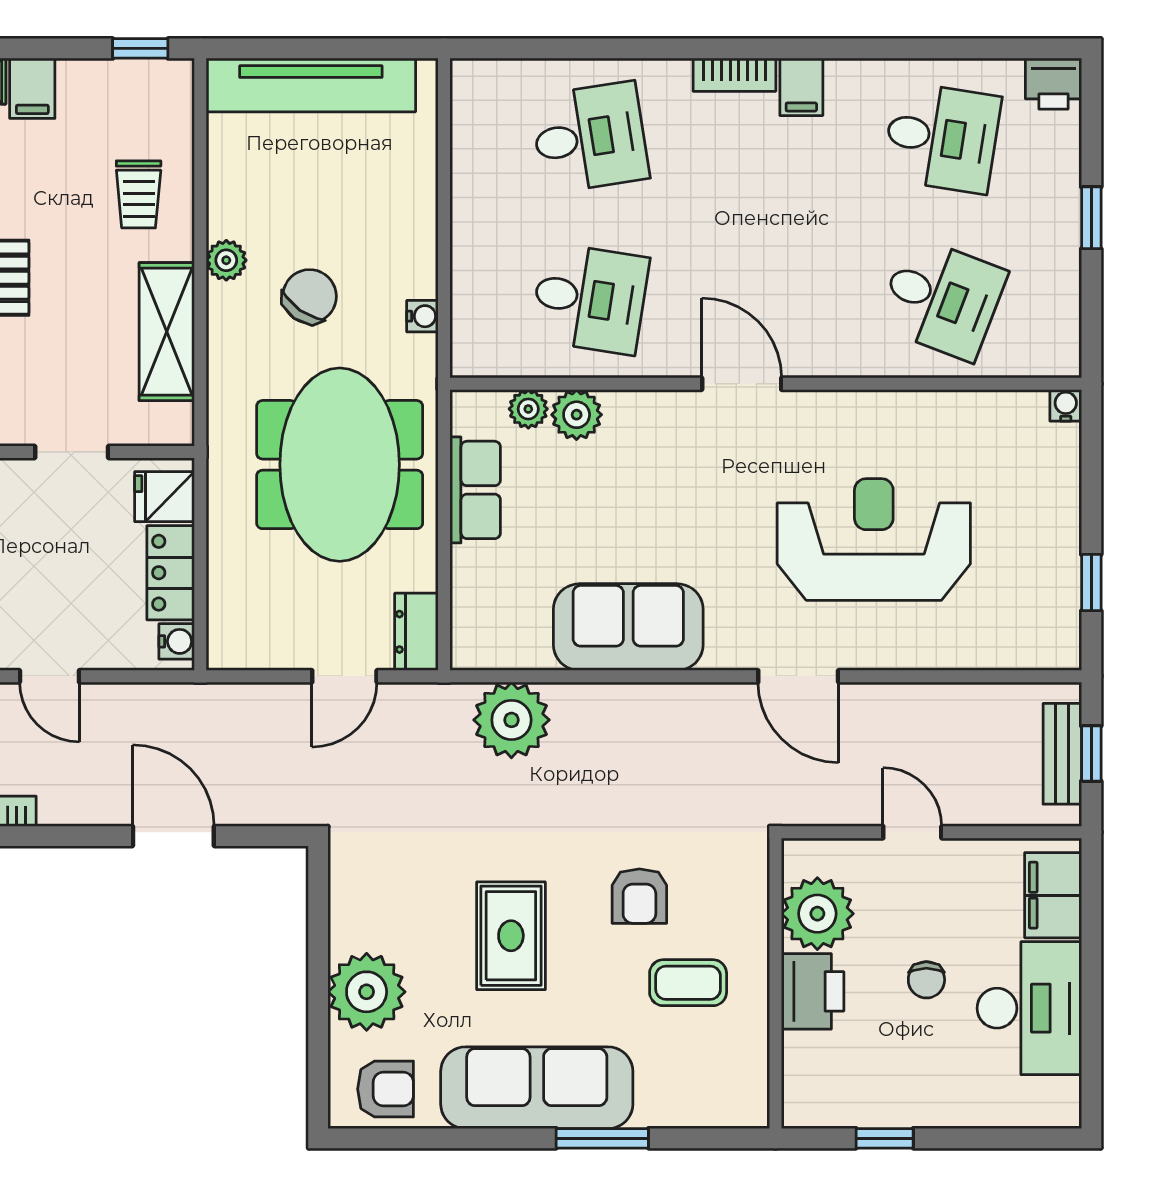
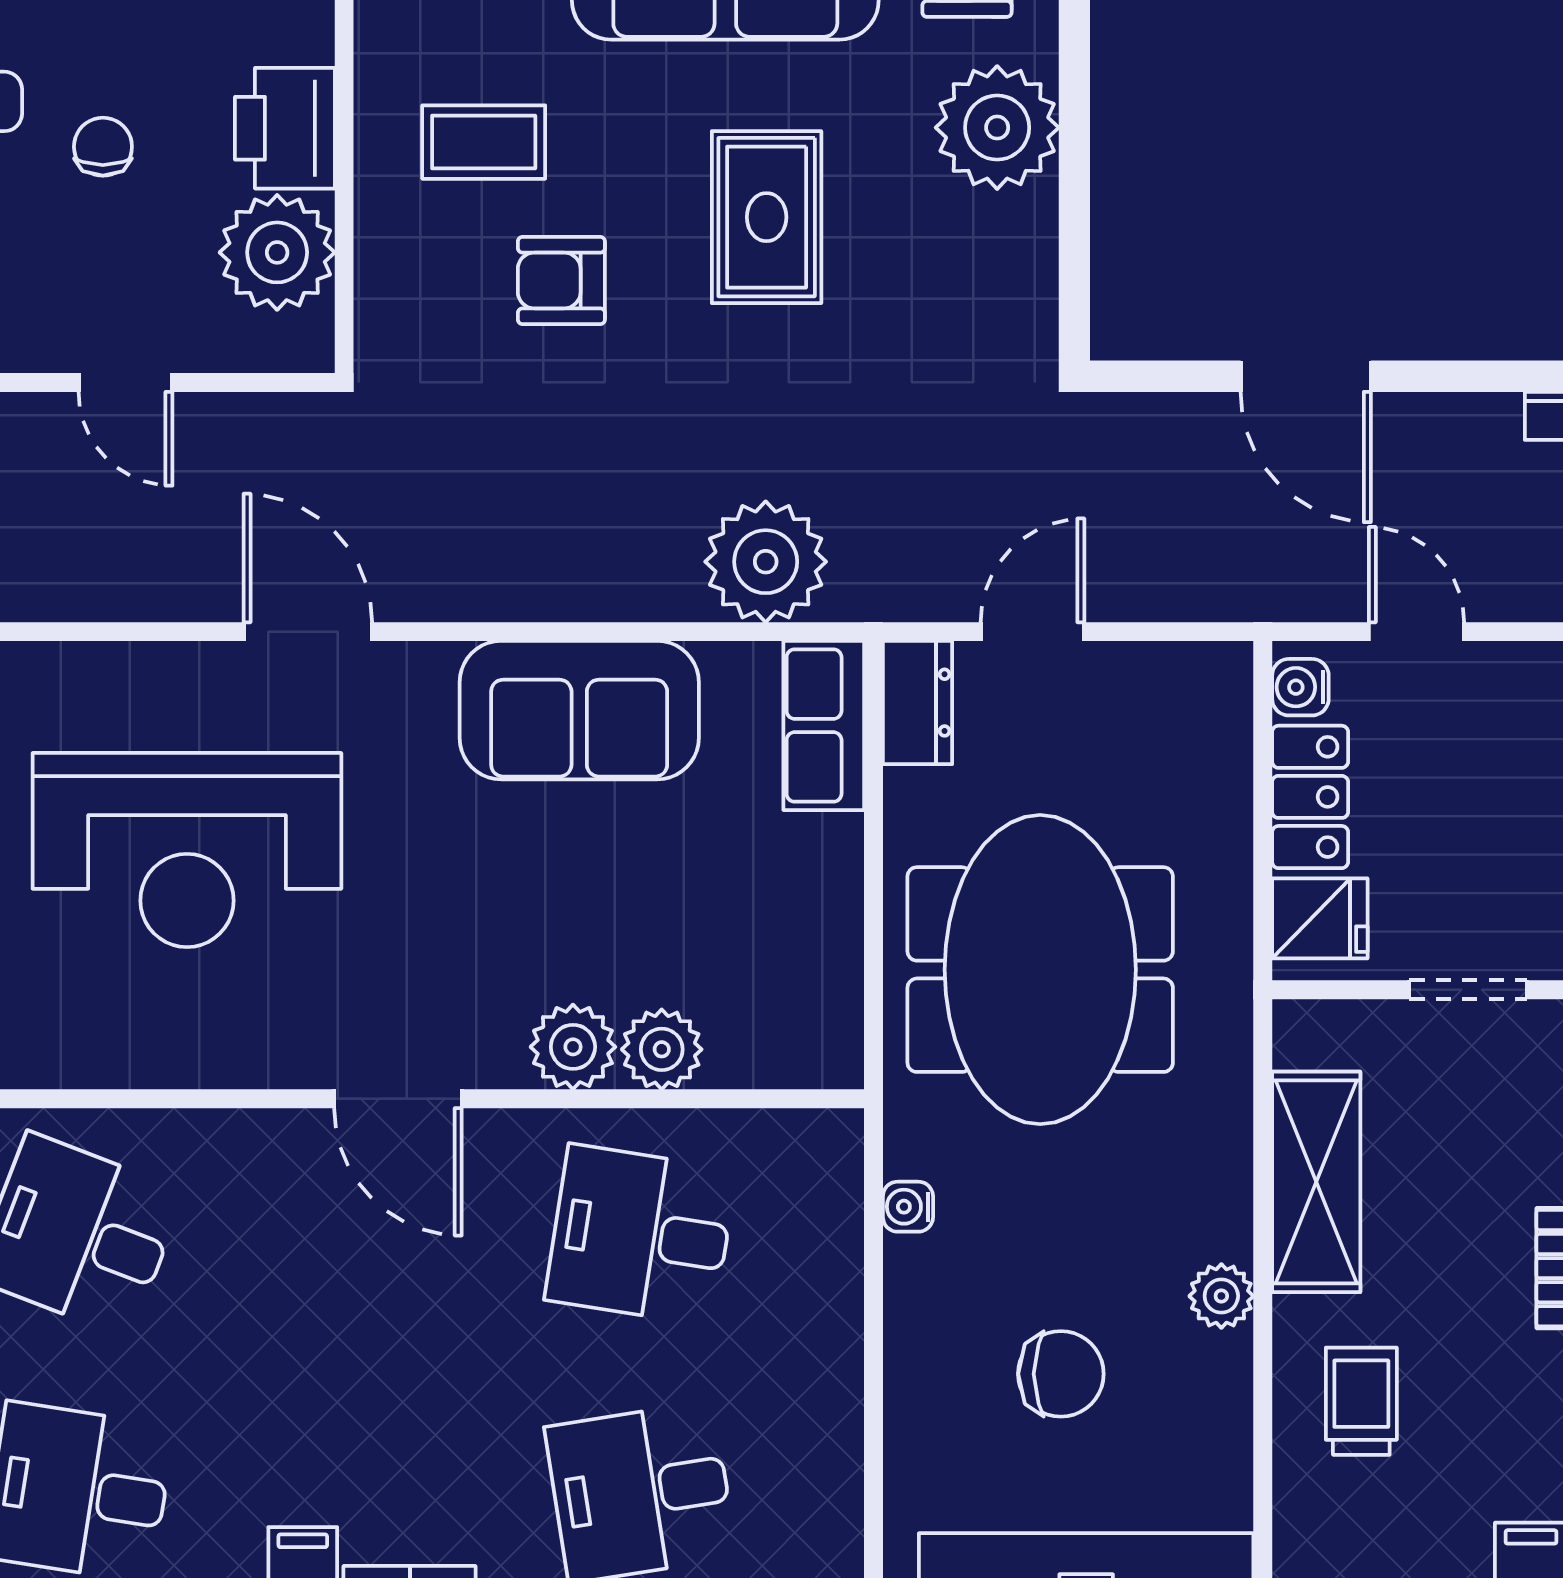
chair: (310, 296) -> (1061, 1374), moved, turned -125
plant: (528, 409) -> (573, 1047), moved, width x1.38, depth x1.38
row of seats: (475, 490) -> (824, 725), moved
door: (49, 676) -> (1416, 632), moved
armchair: (639, 896) -> (561, 280), turned -90

